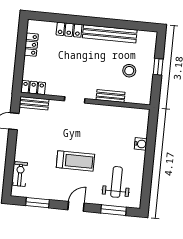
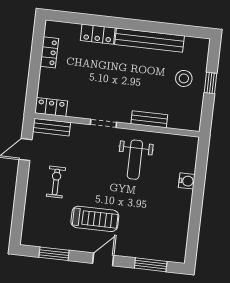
stool: (129, 71) -> (184, 78), moved
treadmill: (75, 161) -> (95, 219), moved
exercise bike: (20, 174) -> (56, 182), moved
weight bench: (117, 182) -> (135, 160), moved, turned 180

